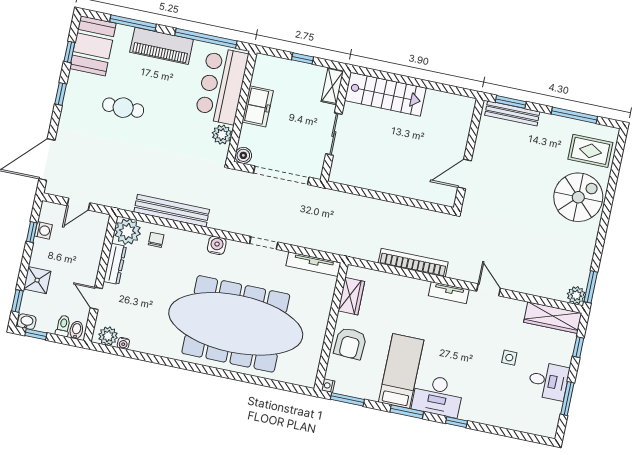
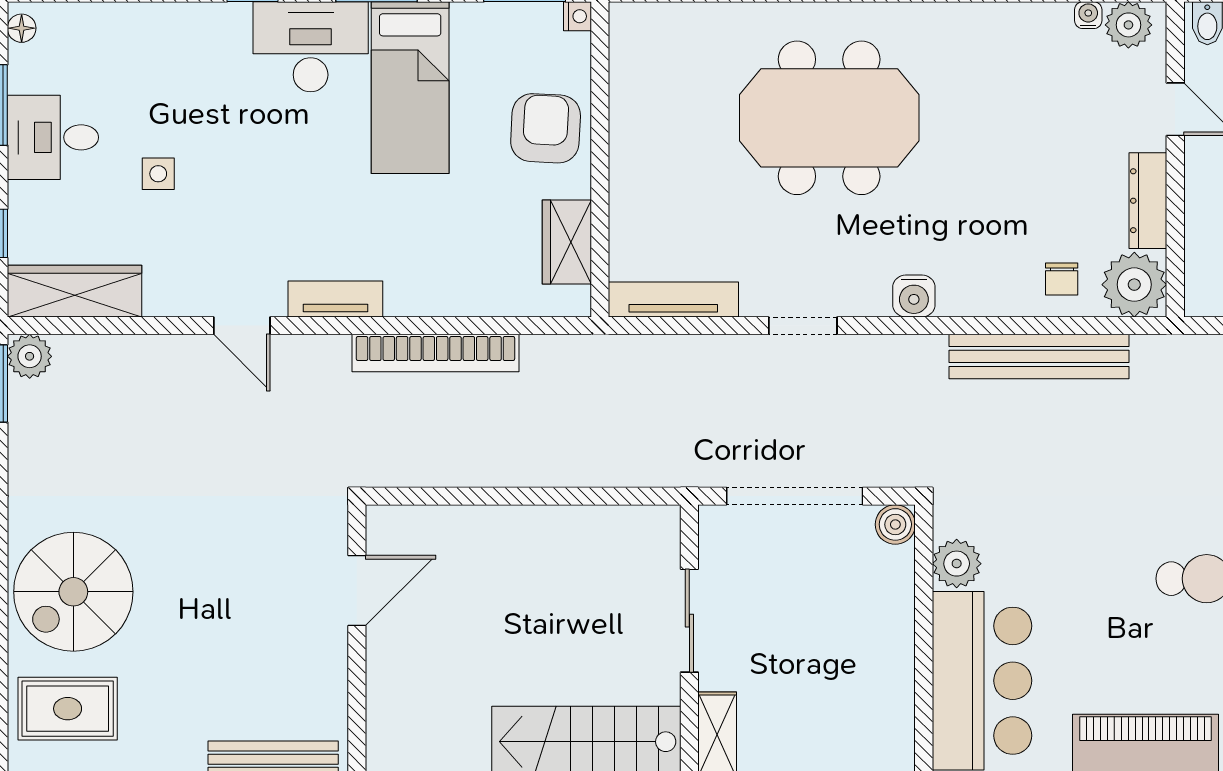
freezer: (258, 106) -> (886, 649), removed
meeting table: (236, 324) -> (829, 118), width x0.54, depth x0.79
floor lamp: (552, 427) -> (22, 28), added

